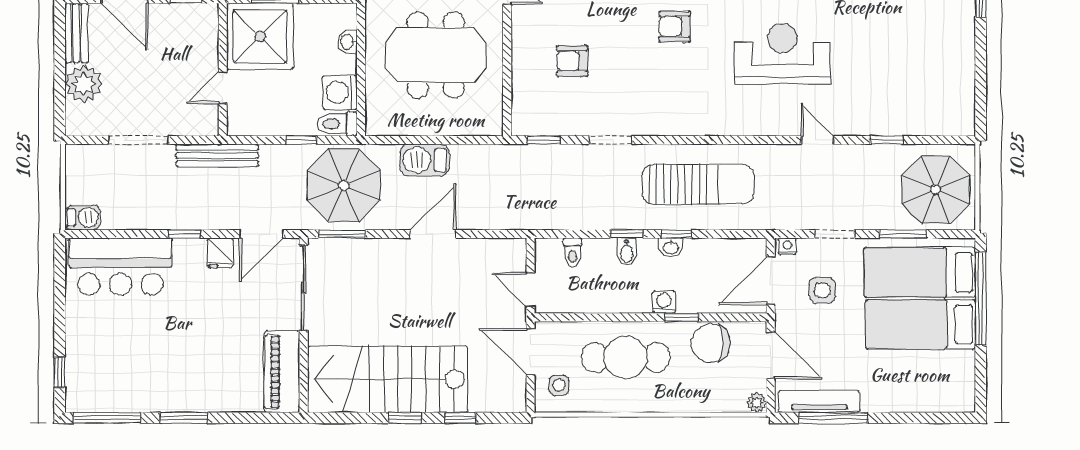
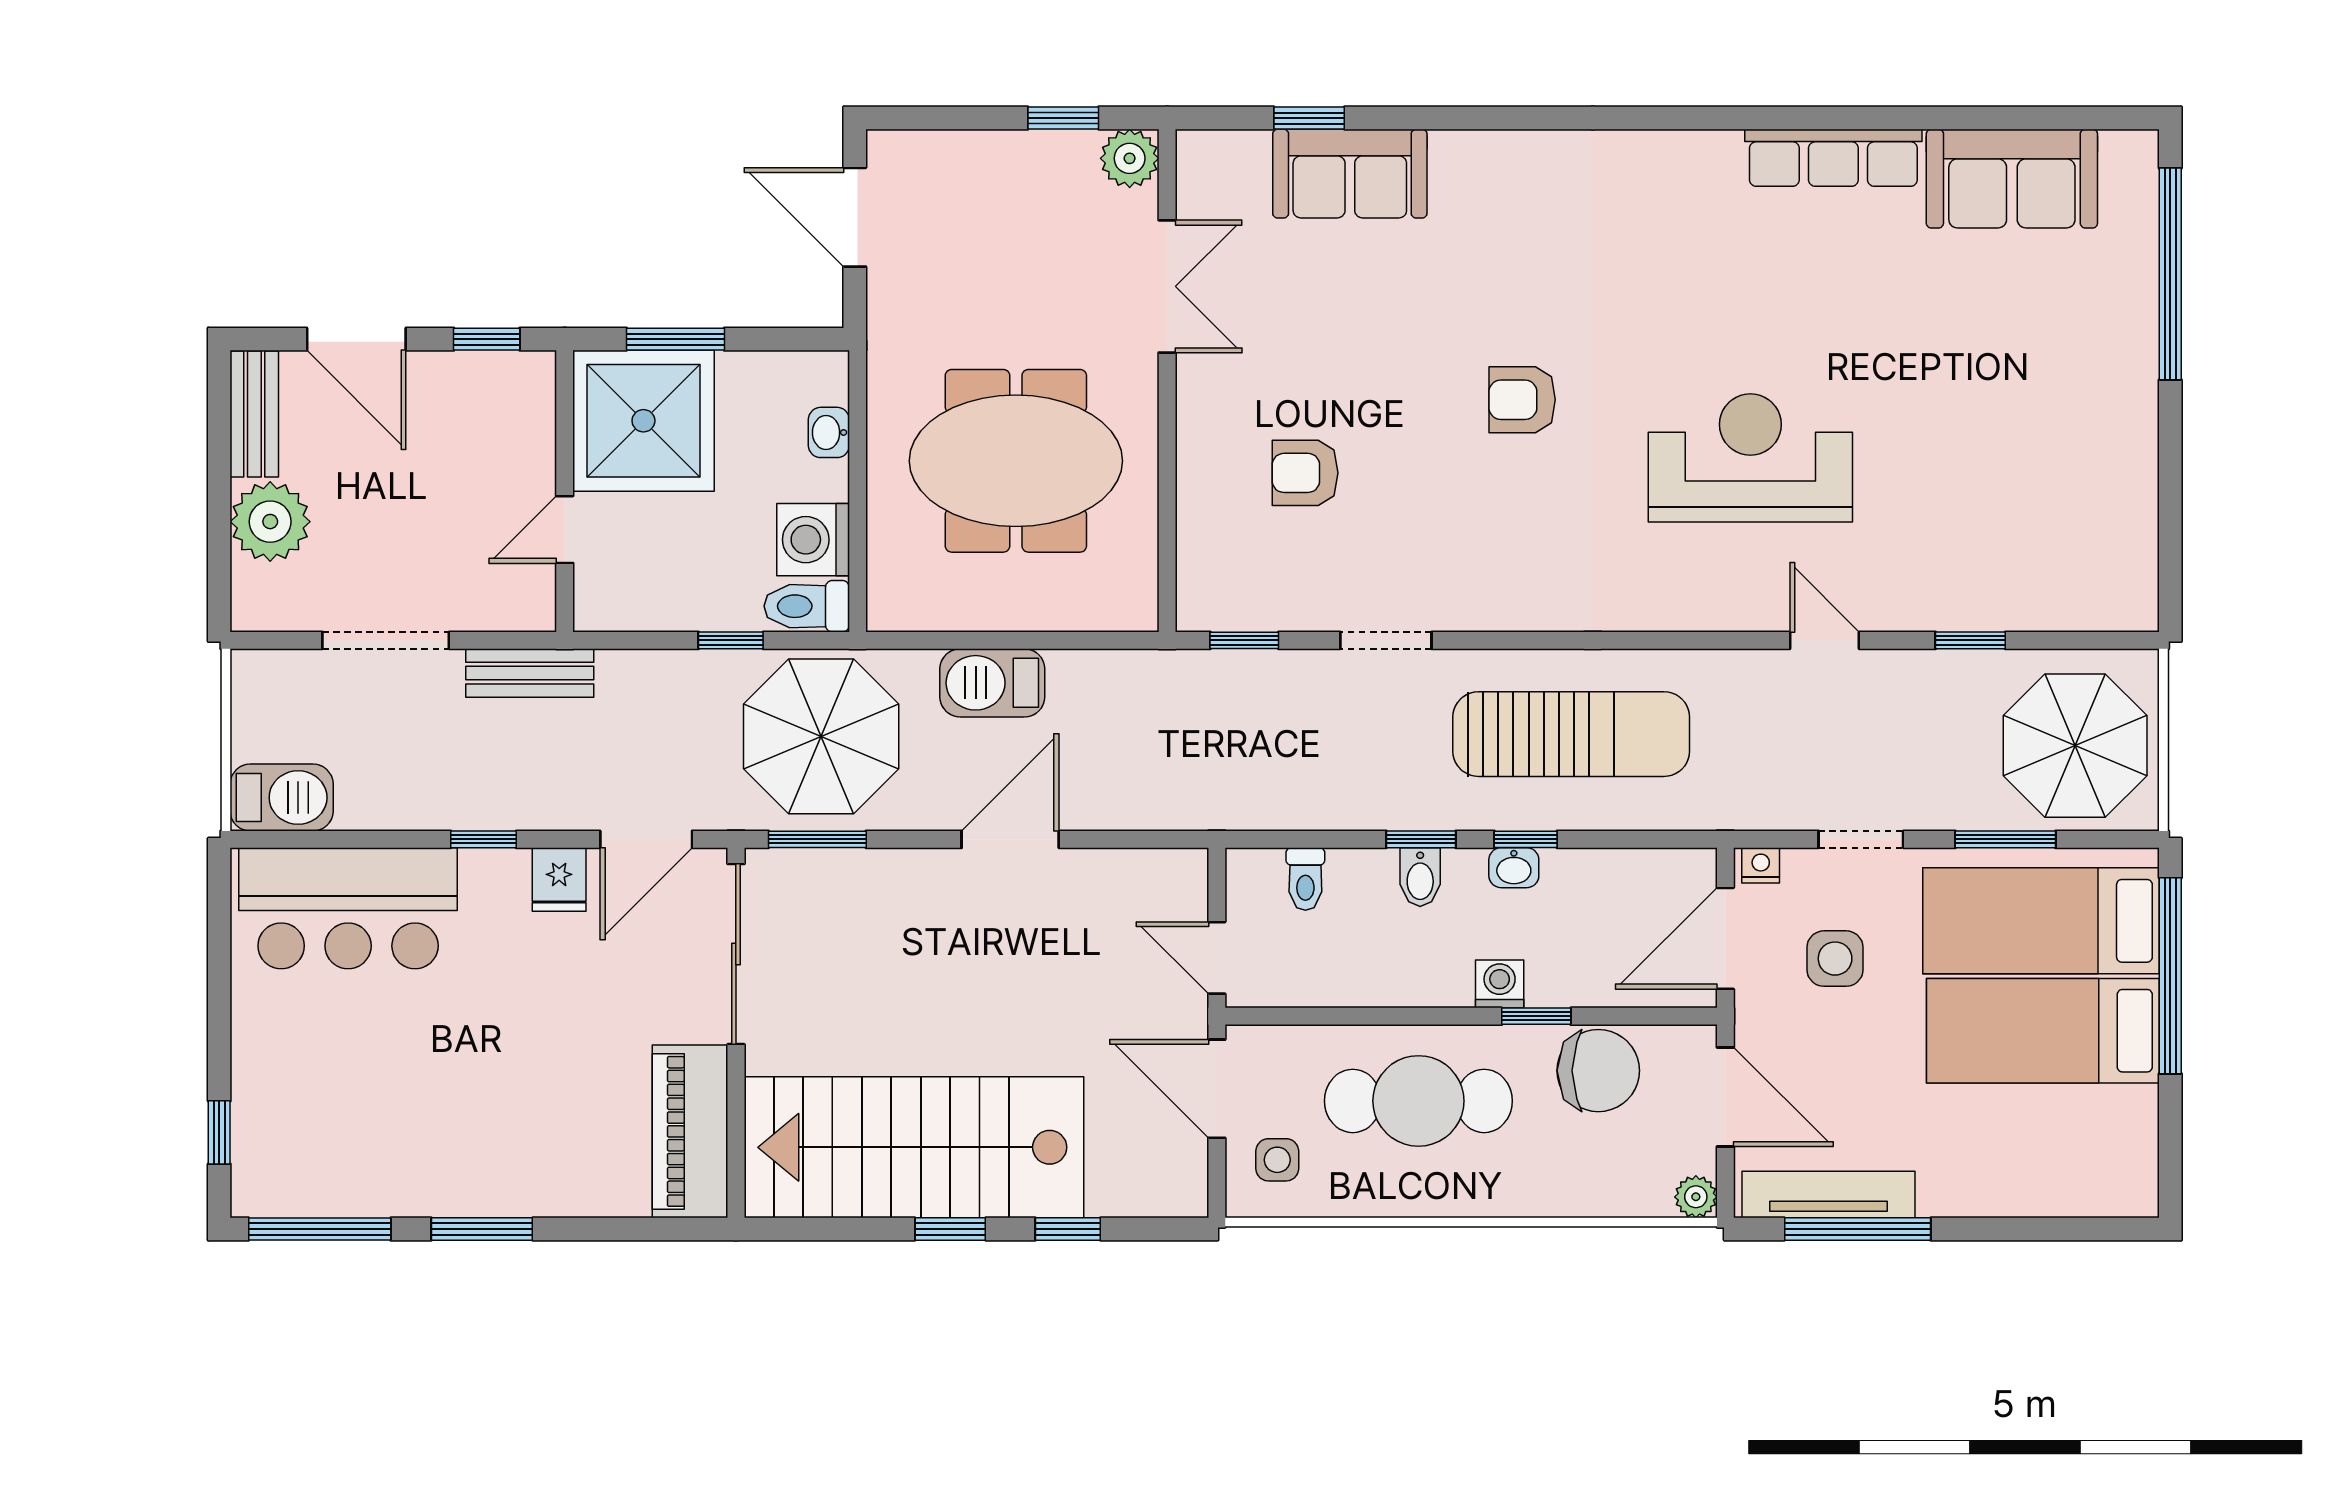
bench: (217, 155) -> (530, 673), width x0.73
barbecue: (83, 217) -> (282, 798), width x1.38, depth x1.27
chair: (711, 343) -> (1598, 1071), turned 180

